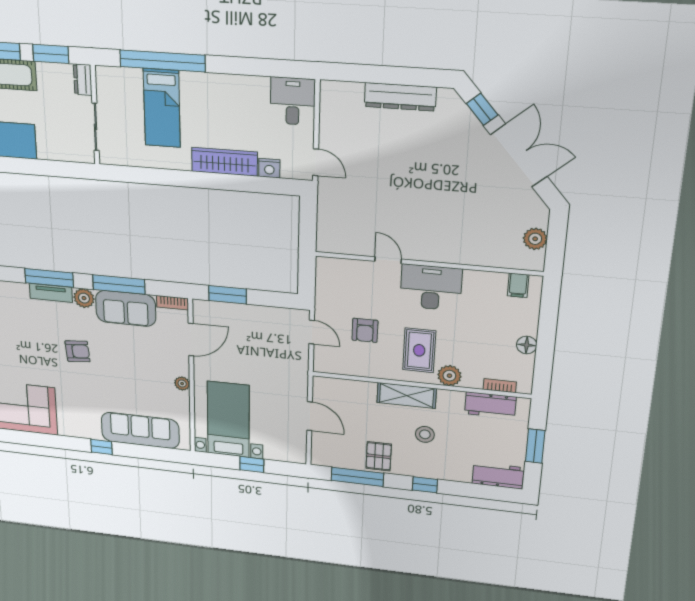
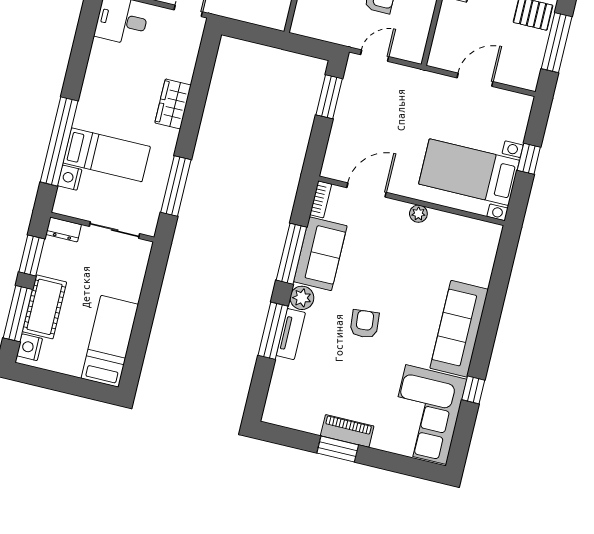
wardrobe: (224, 162) -> (173, 104), width x0.67
nightstand: (269, 168) -> (70, 178), moved, turned 180
window: (150, 176) -> (176, 186), added
window: (227, 295) -> (329, 97), moved
door: (191, 339) -> (367, 190), hinge flipped
sofa: (140, 430) -> (459, 329), moved
window: (101, 447) -> (473, 390), moved

